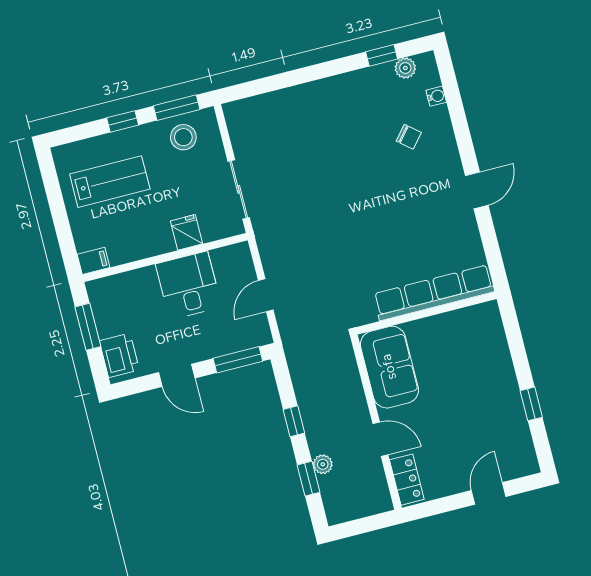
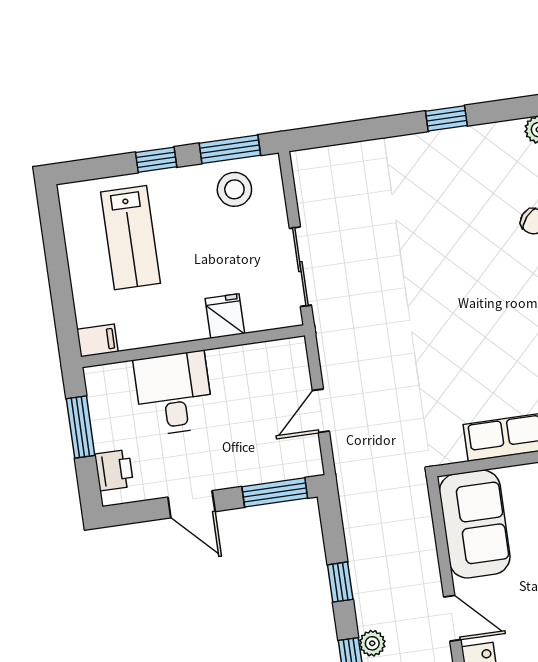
window: (382, 55) -> (446, 118), moved
lab bench: (110, 182) -> (131, 238), turned 90
desk: (189, 285) -> (174, 393), moved
printer: (119, 355) -> (114, 470), width x0.73, depth x0.81

